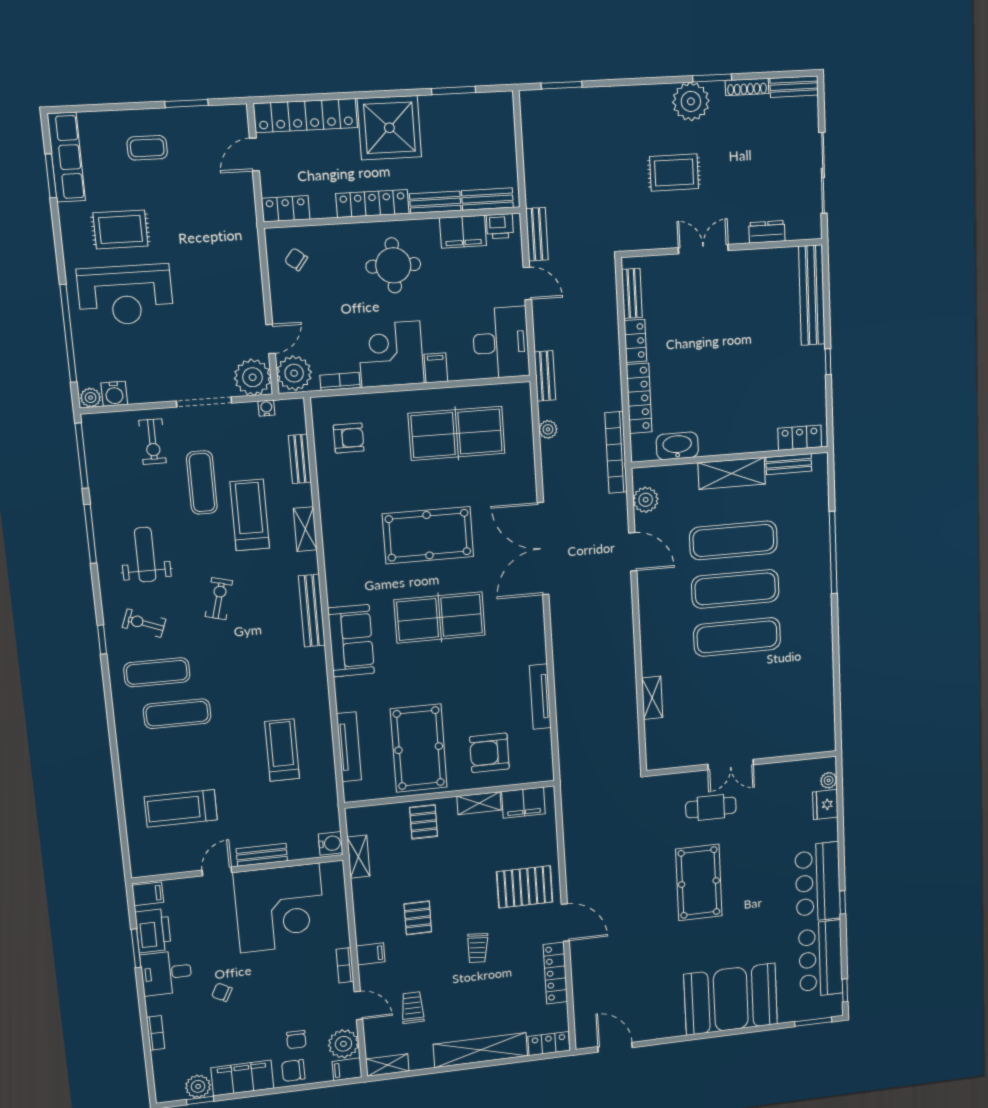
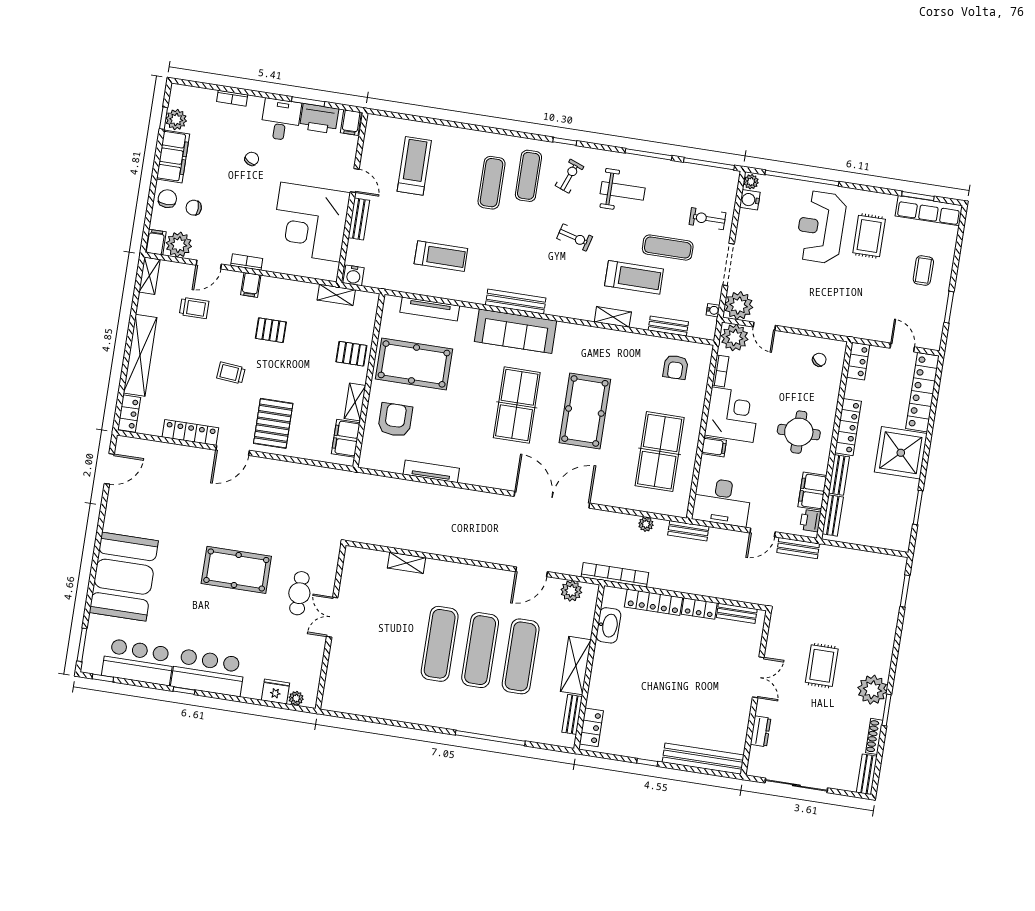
bench: (312, 611) -> (516, 302), moved
sofa: (351, 641) -> (516, 331), width x1.36

